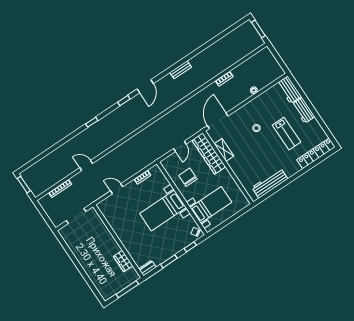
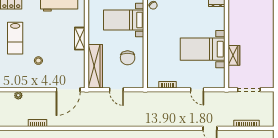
lab bench: (286, 134) -> (15, 38), turned 180
door: (180, 146) -> (116, 90), swing flipped
shelving: (224, 150) -> (80, 39), moved
bed with nightstands: (163, 211) -> (203, 49), moved, turned 180
wardrobe: (123, 261) -> (234, 55), moved

